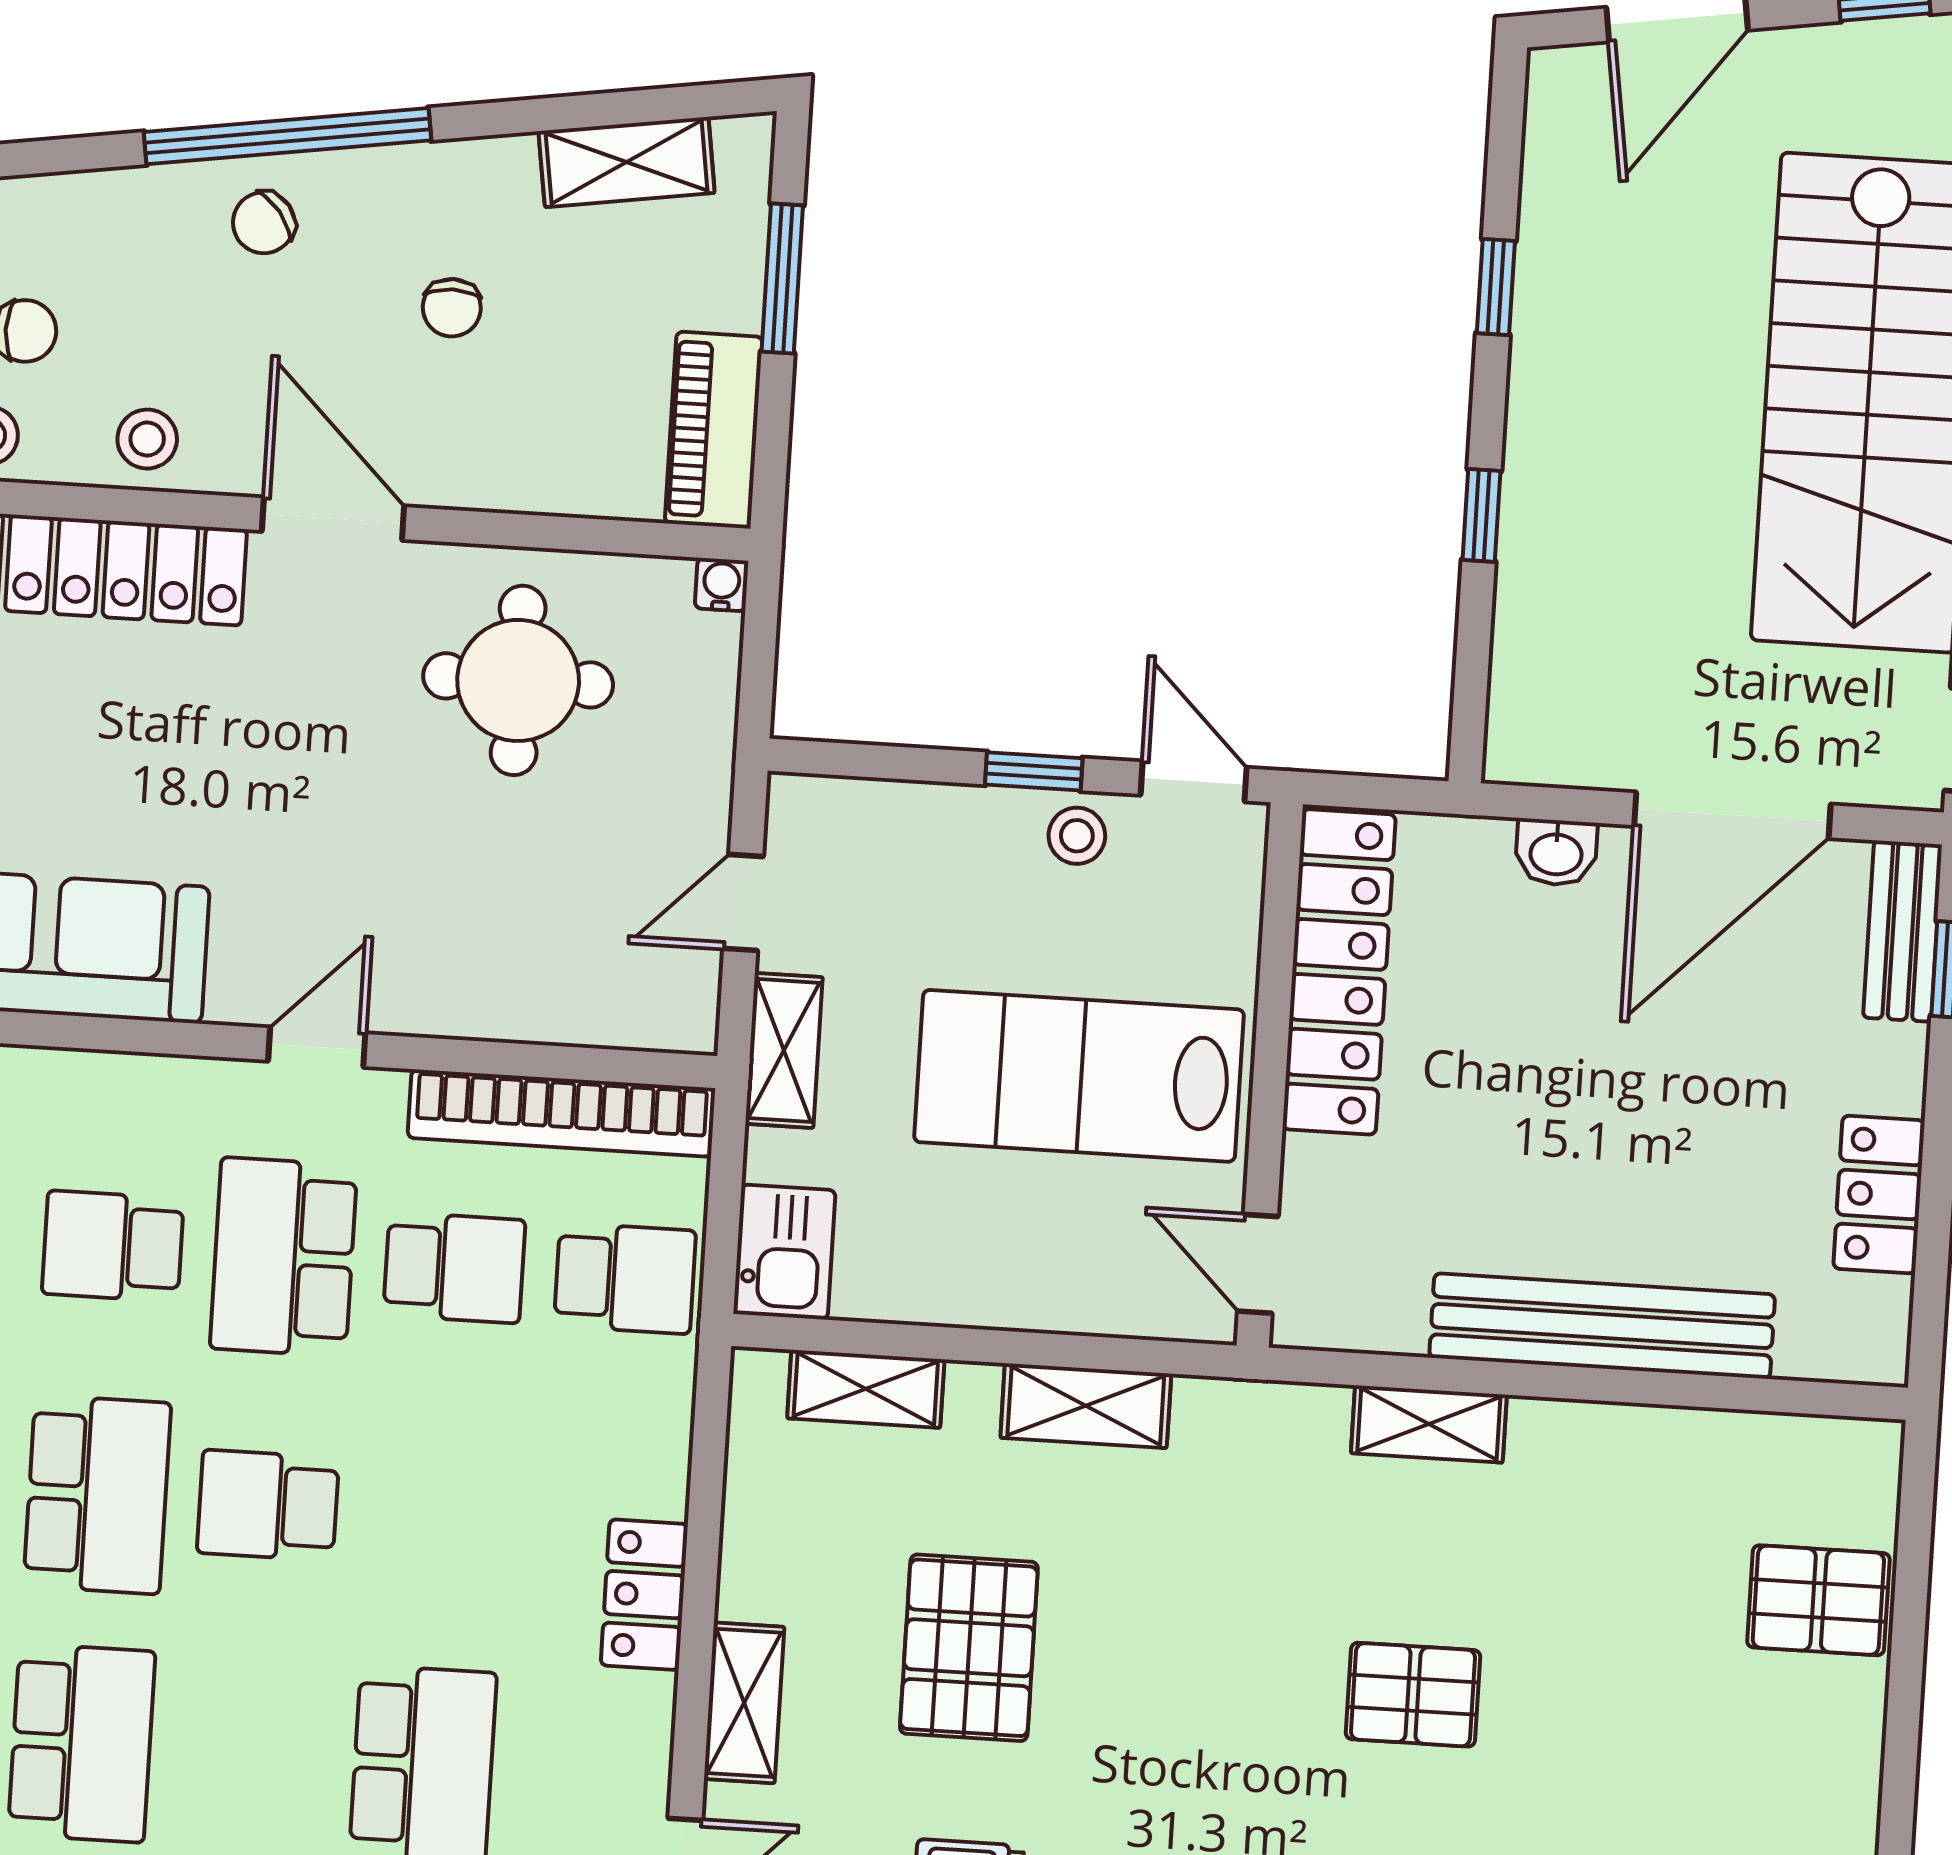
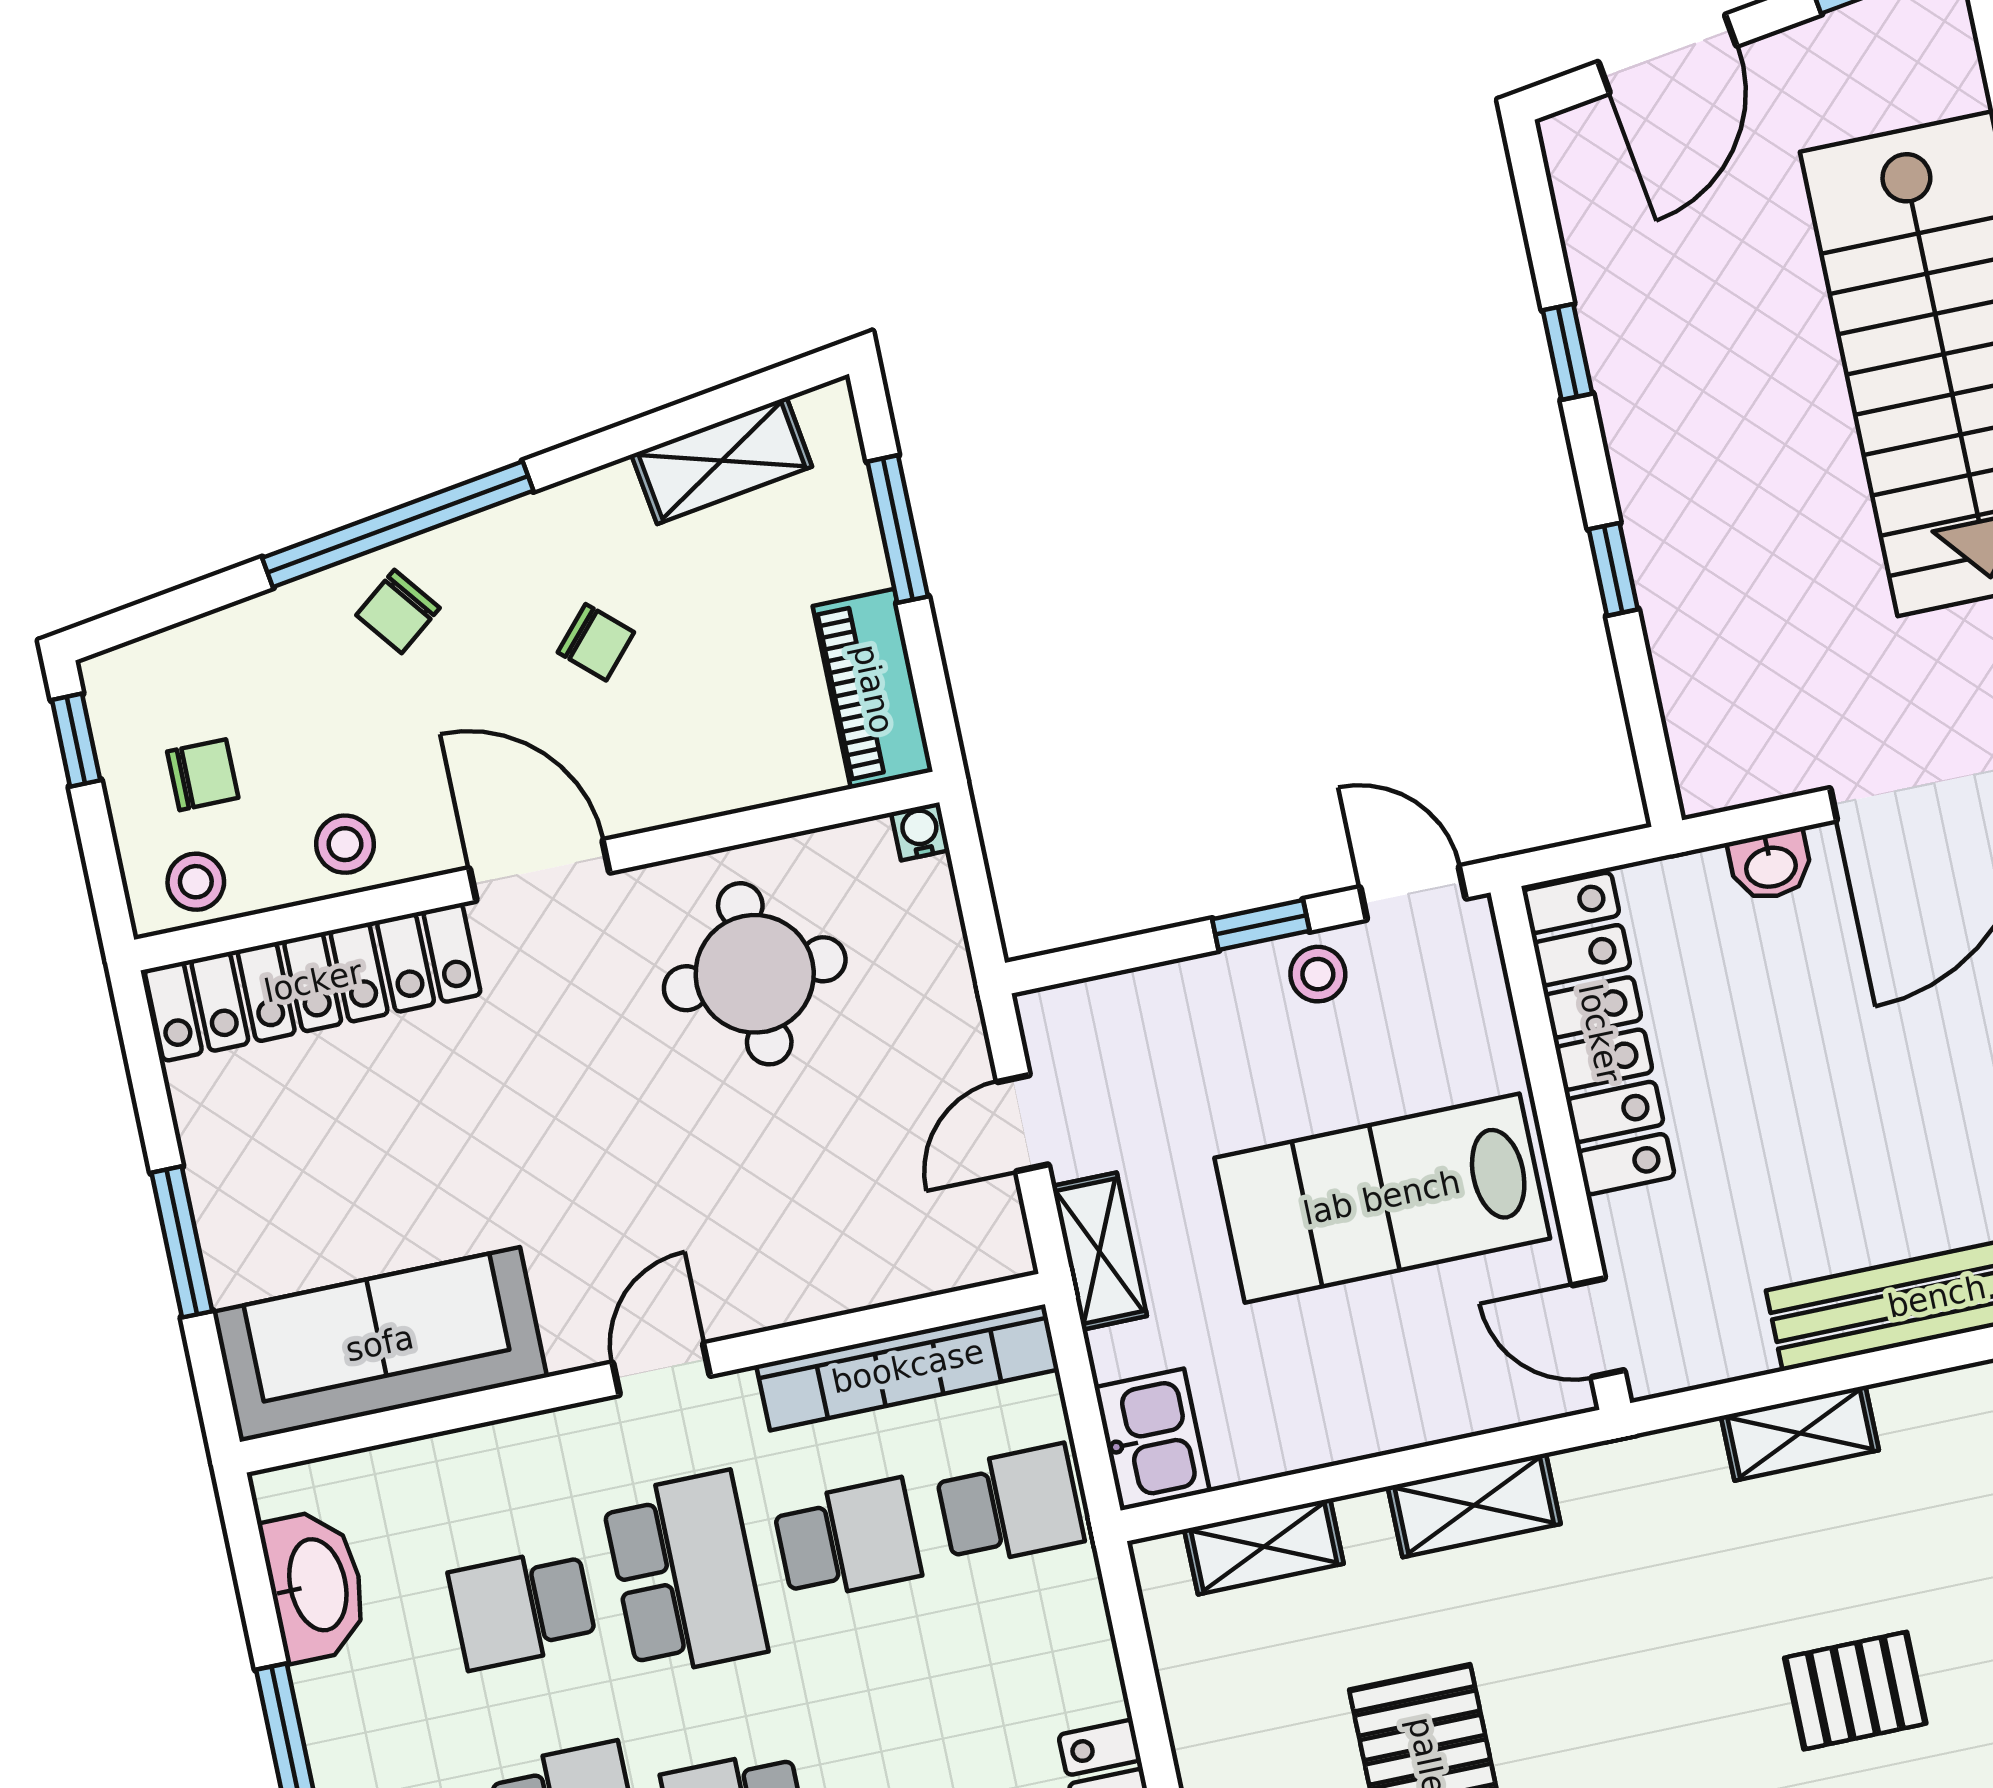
chair: (452, 308) -> (596, 642), turned -48
school desk: (284, 1257) -> (685, 1574), turned 180

